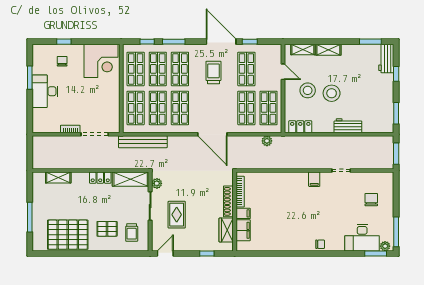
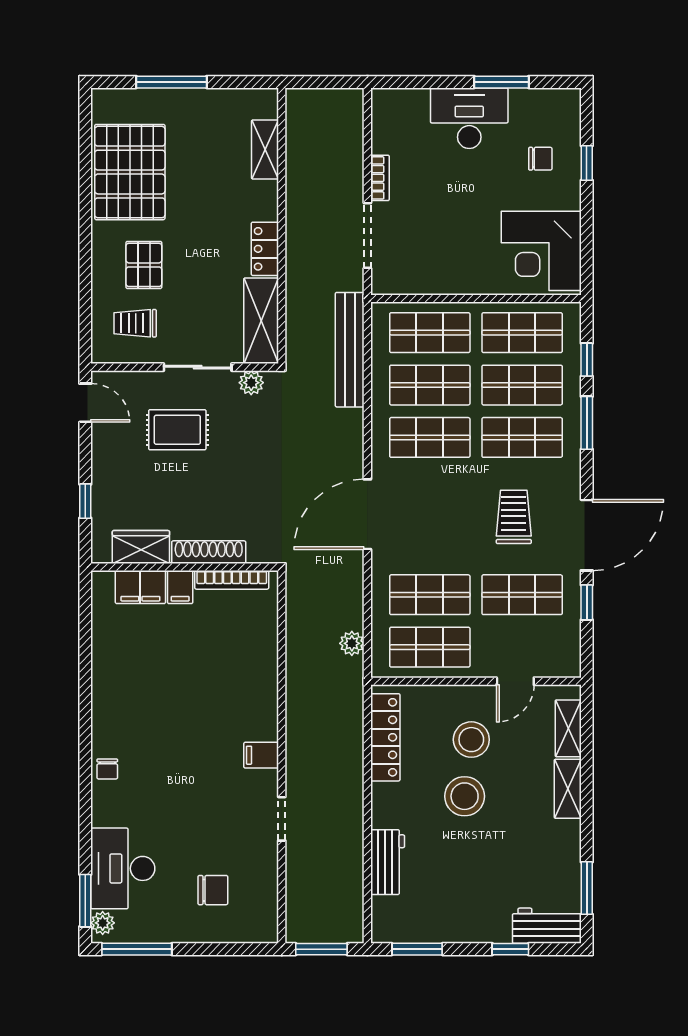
trolley: (213, 72) -> (514, 517), turned -90
workbench: (348, 126) -> (388, 862), moved
locker: (300, 127) -> (385, 737), width x1.53

